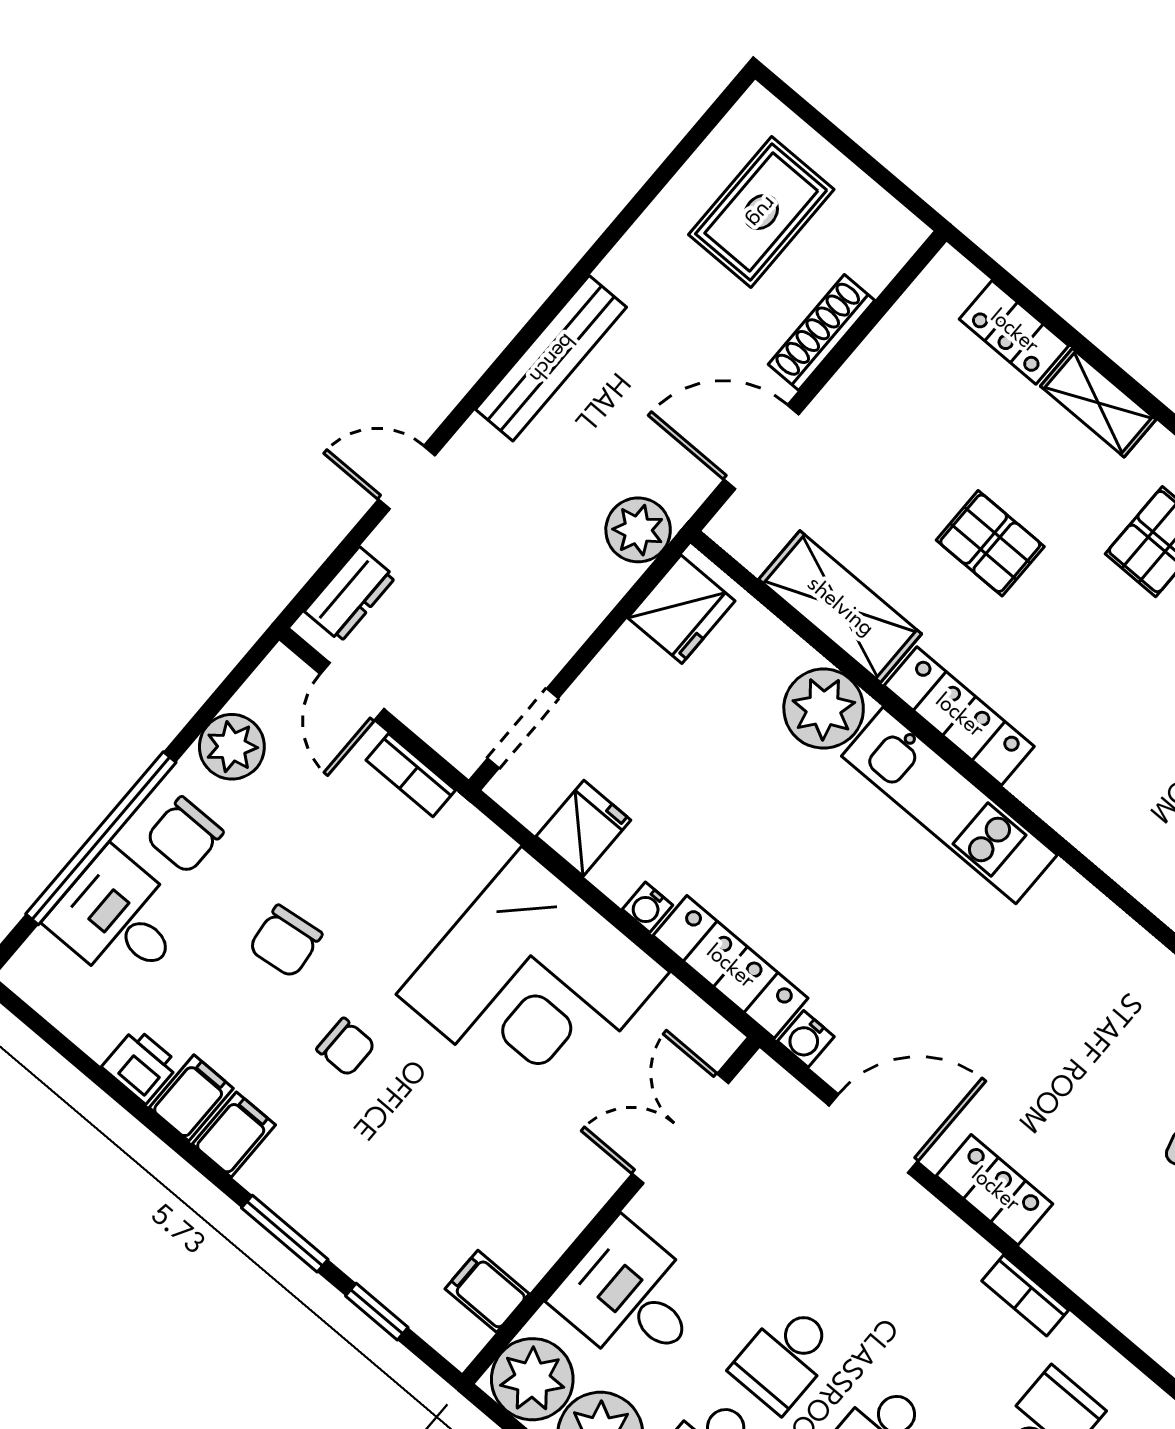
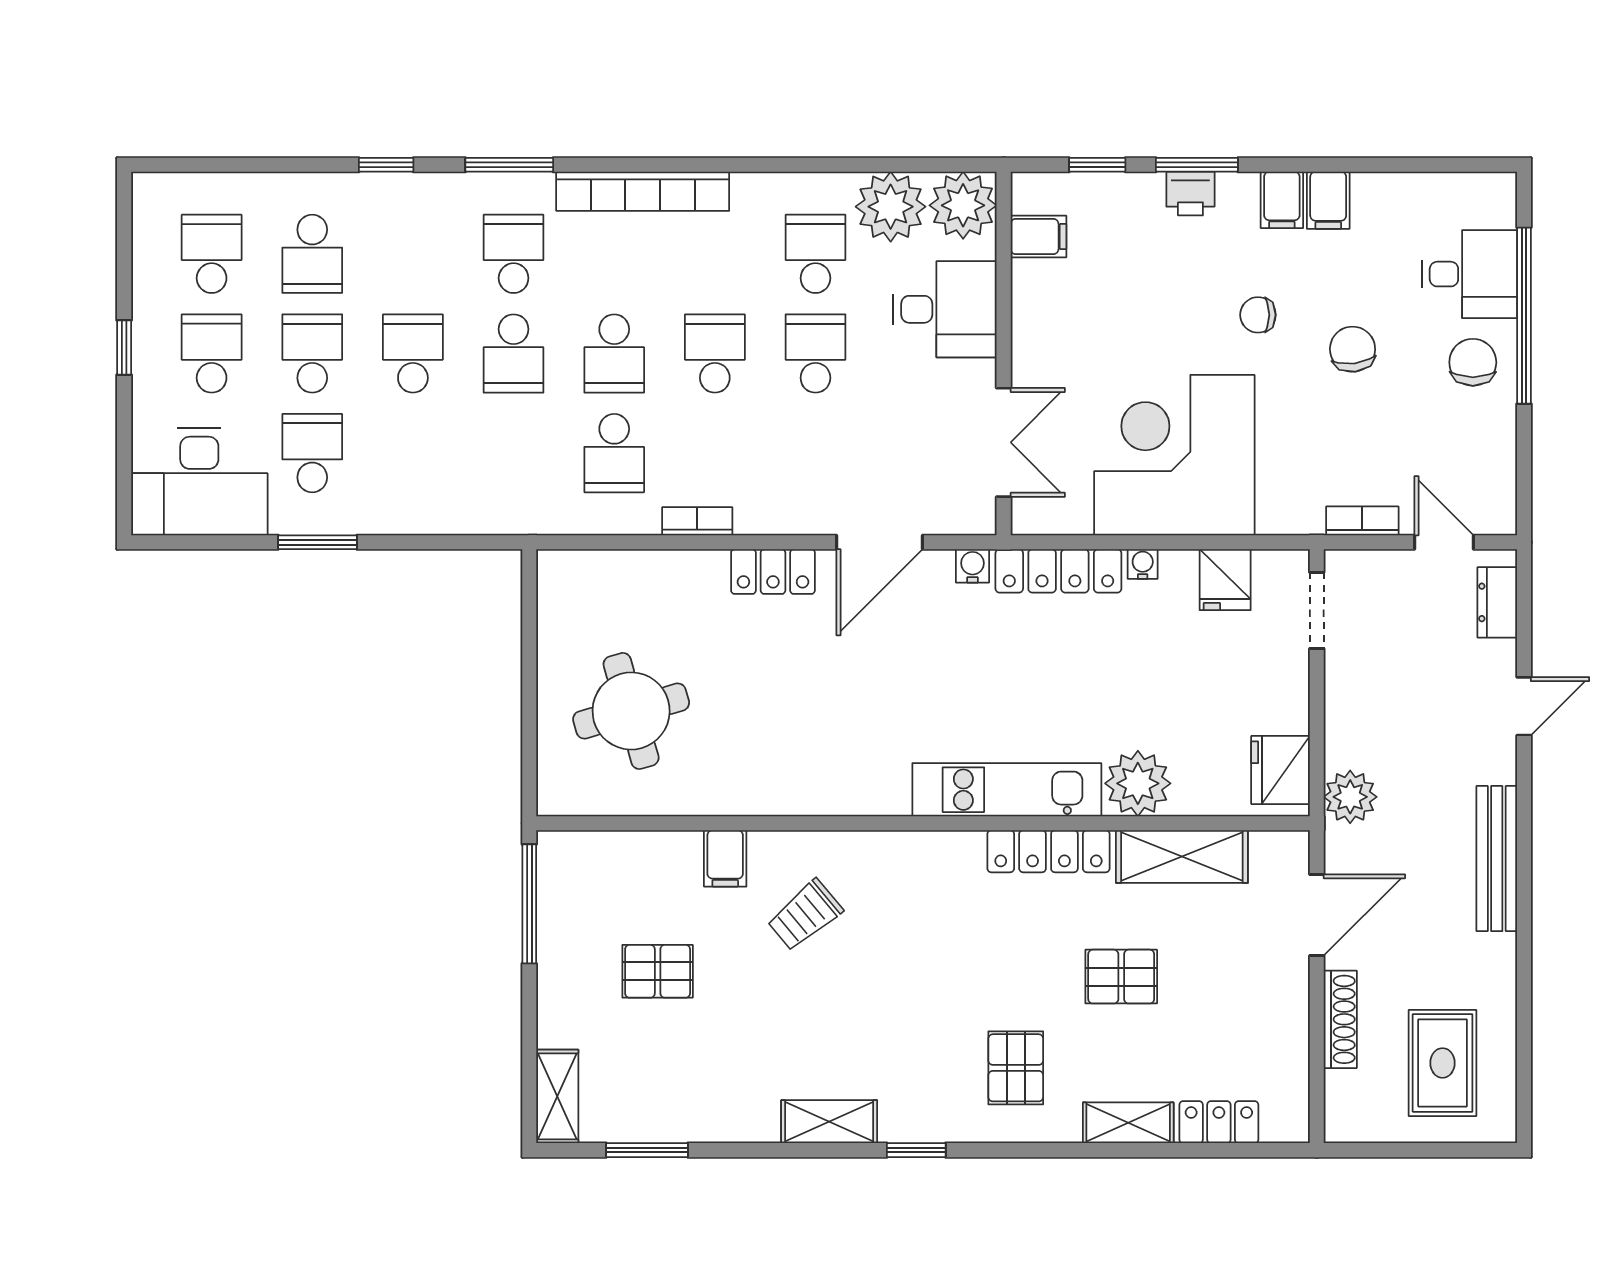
plant: (232, 747) -> (1490, 443), removed
printer: (141, 1066) -> (1190, 194), moved

